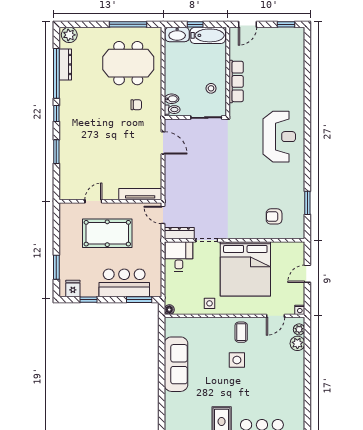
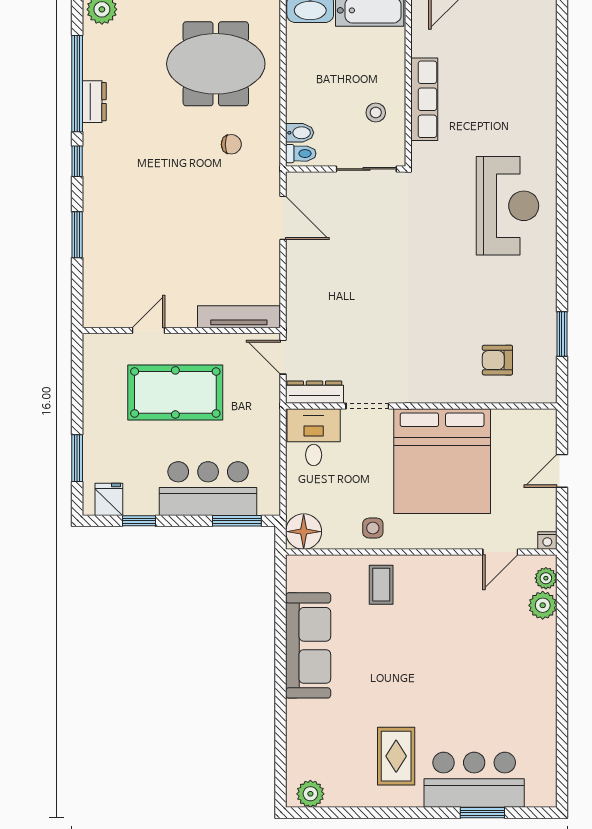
dresser: (65, 64) -> (94, 102), moved, width x0.70
floor lamp: (169, 310) -> (304, 532), width x1.89, depth x1.89
coffee table: (241, 332) -> (381, 585), moved
side table: (237, 360) -> (426, 637), removed

